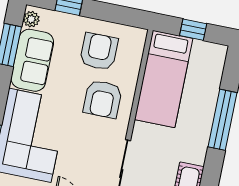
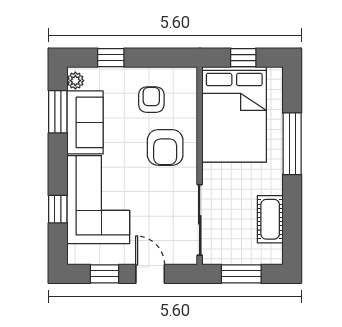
armchair: (99, 52) -> (151, 100), width x0.72, depth x0.72
bed: (164, 79) -> (234, 114), width x1.50

